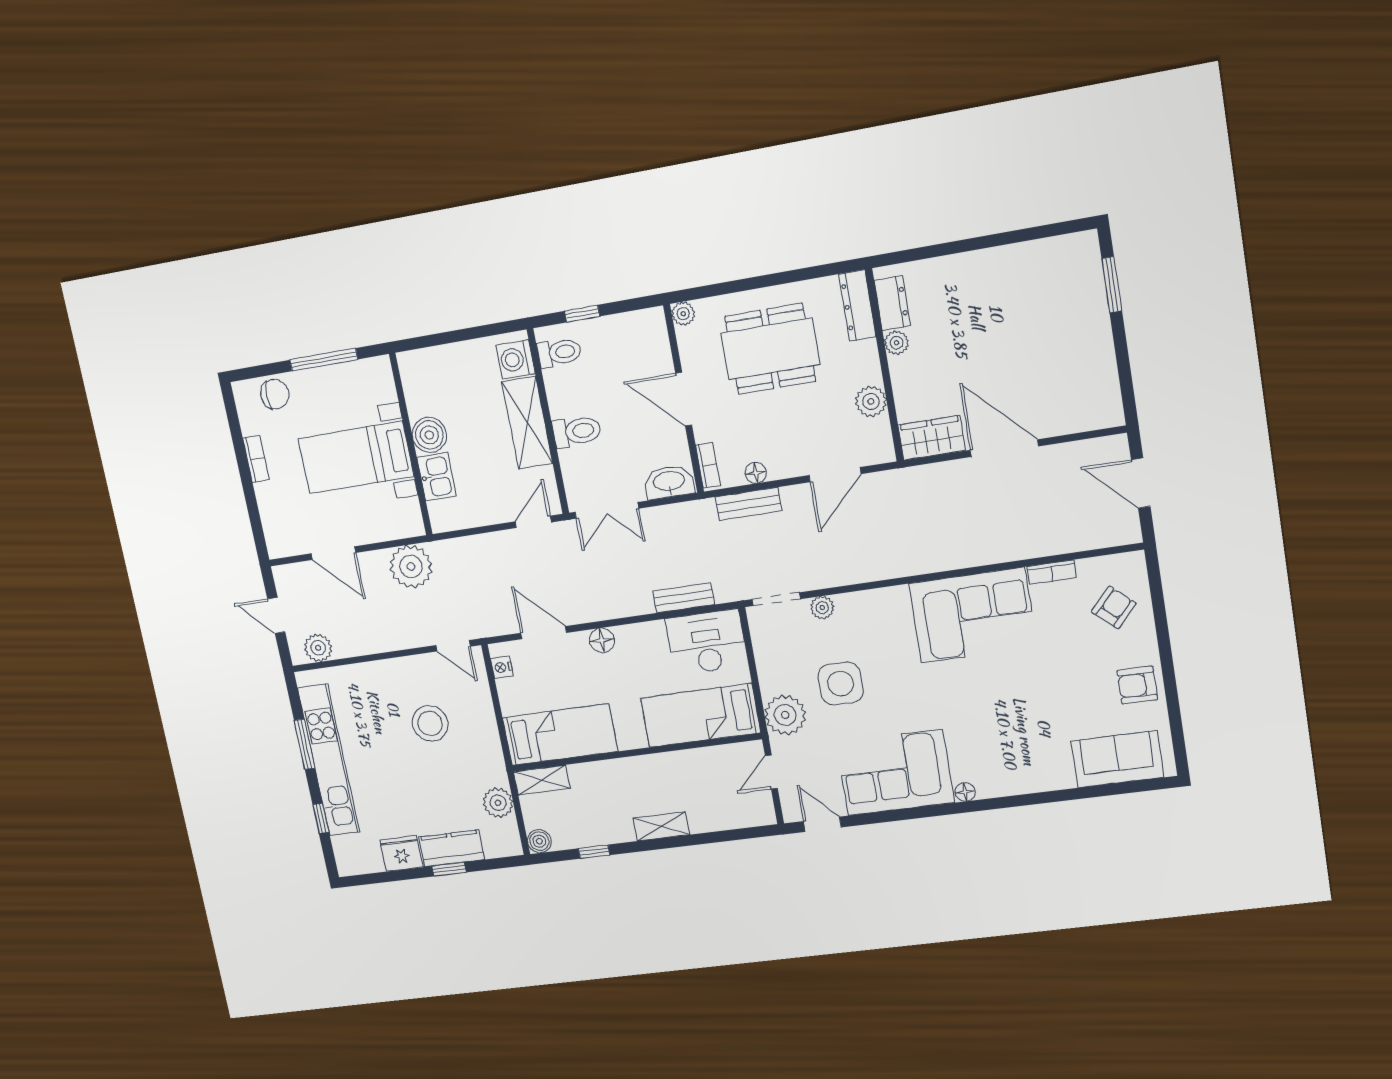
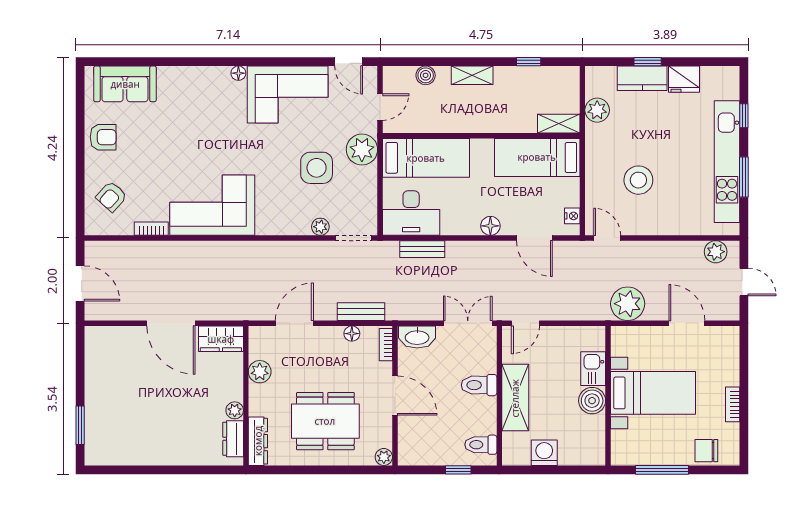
washing machine: (515, 359) -> (544, 453), moved, turned -90
boiler: (539, 841) -> (426, 75), moved

